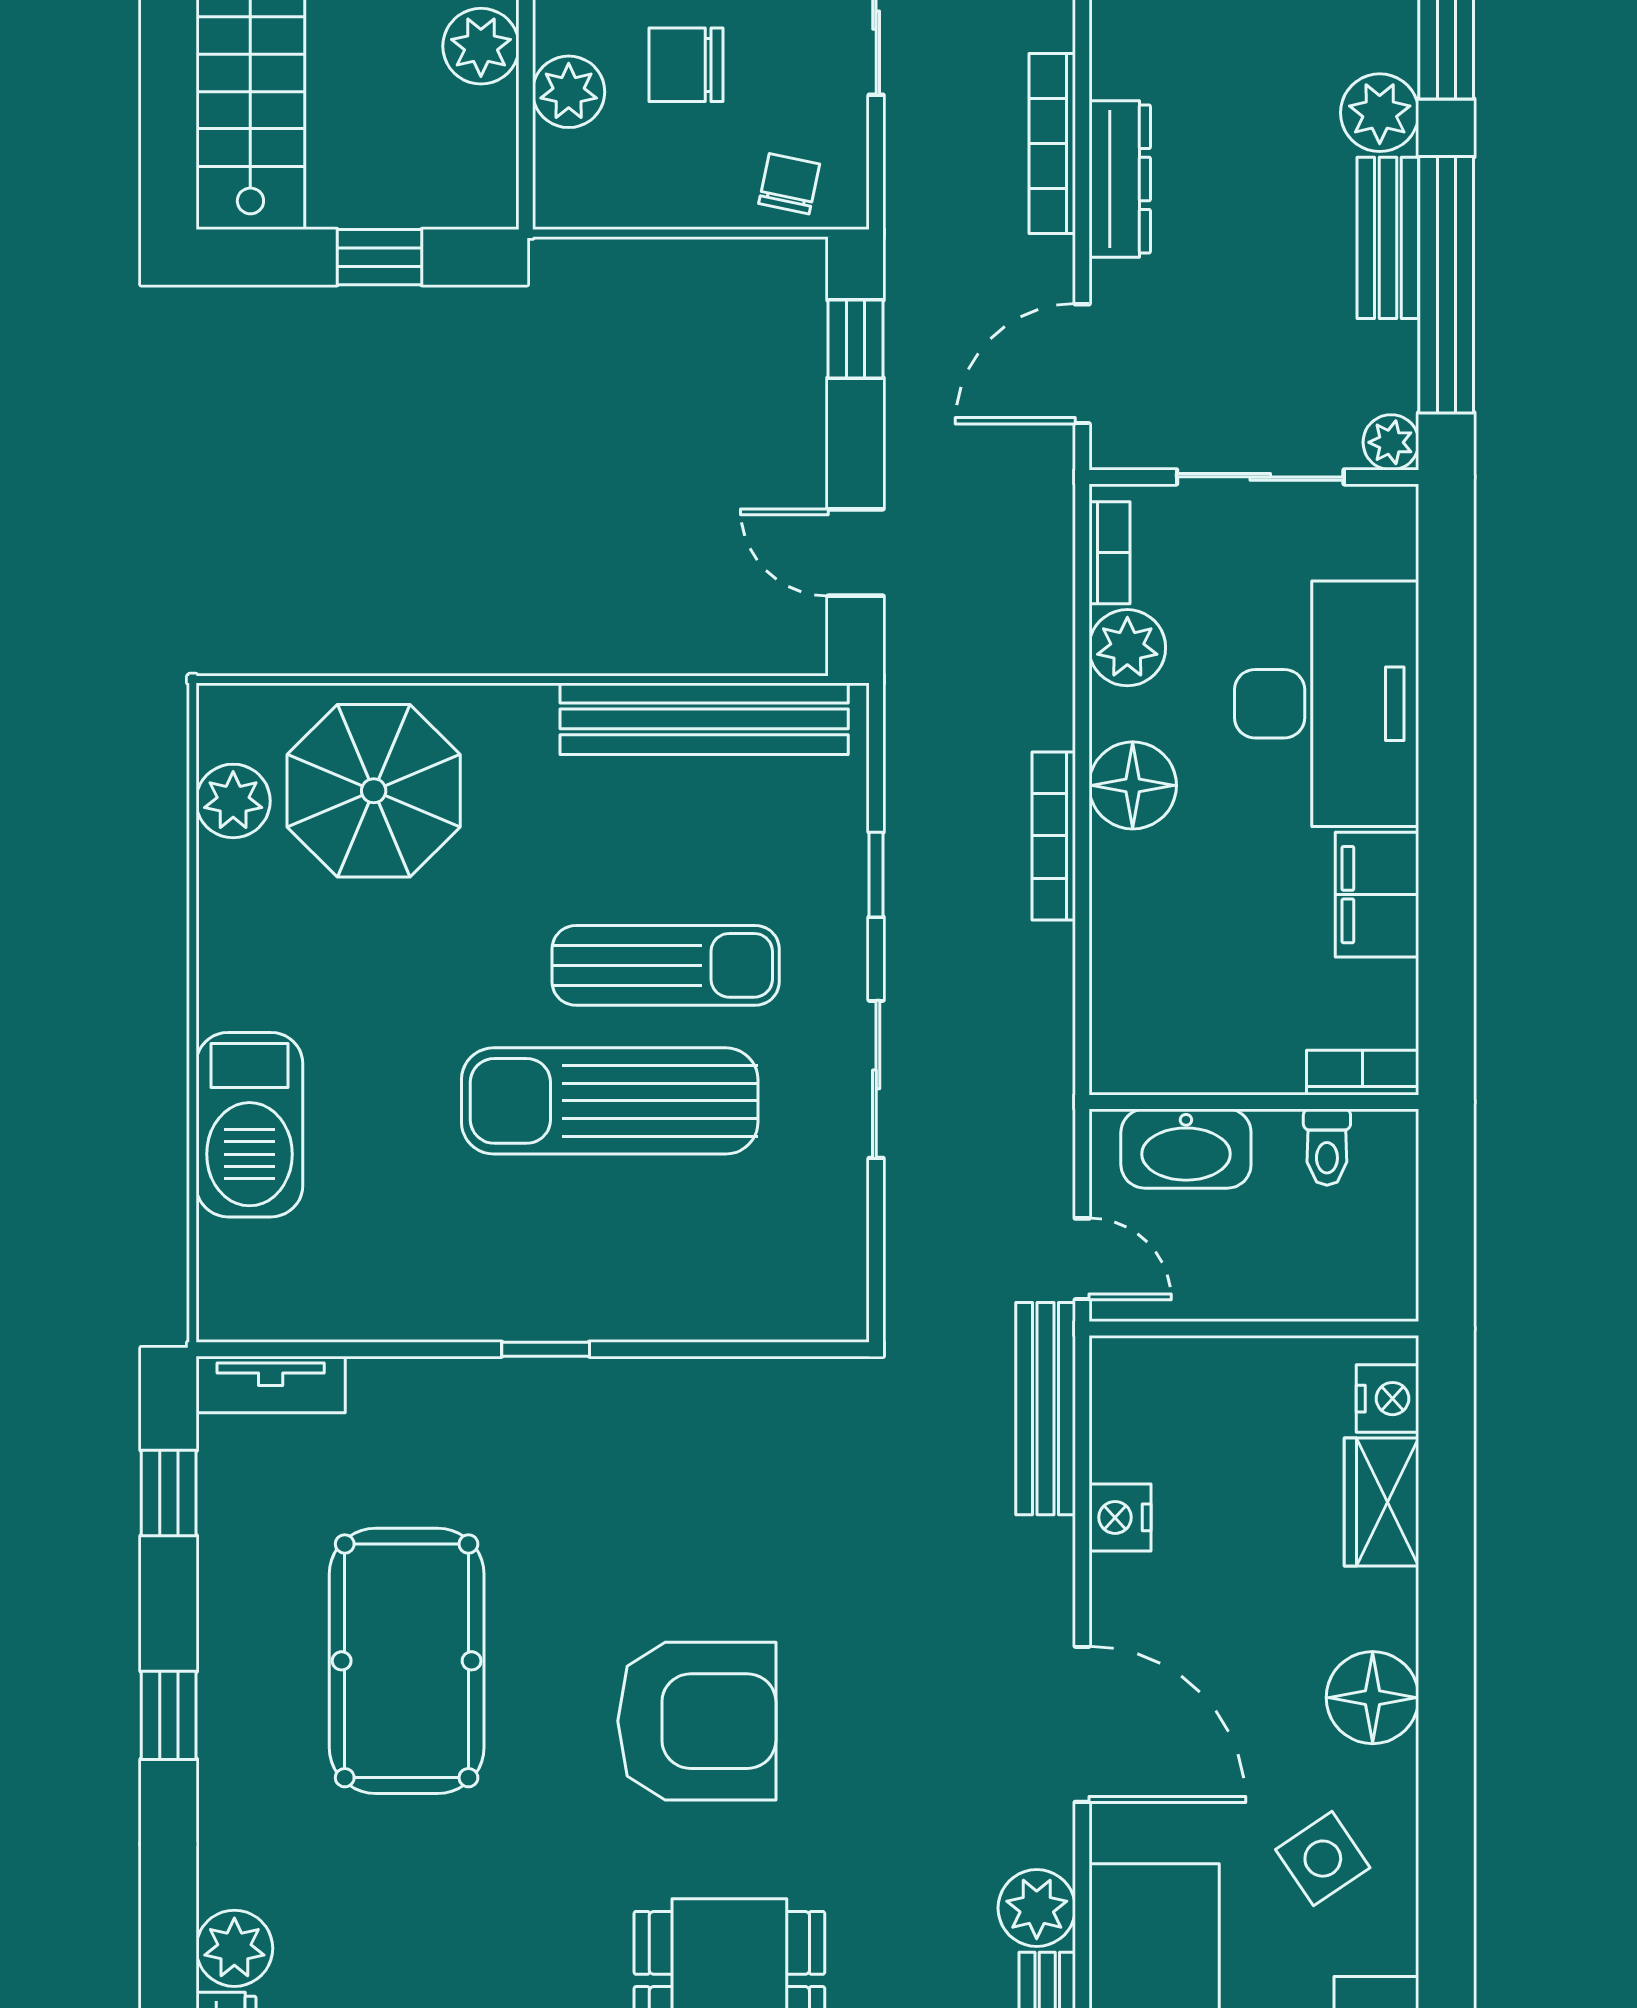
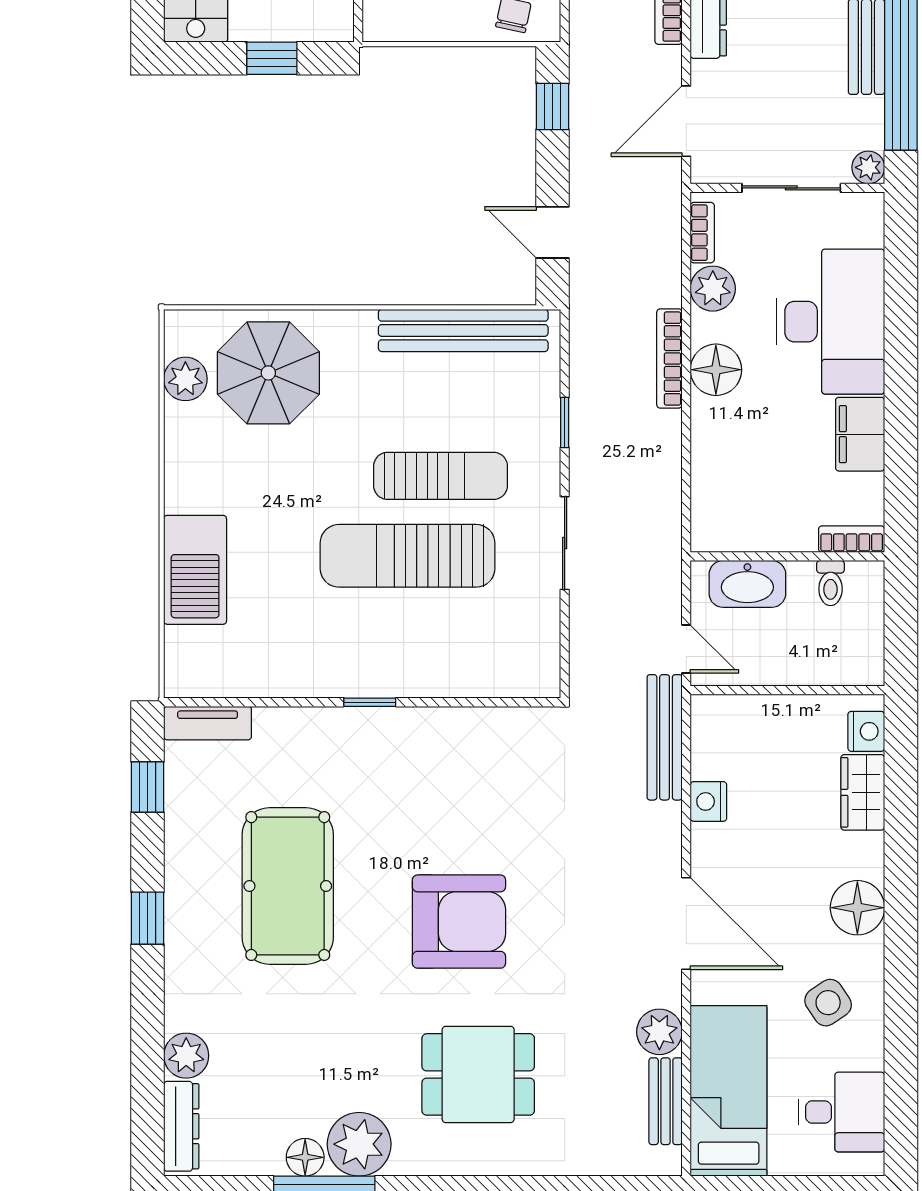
bookcase: (1054, 836) -> (669, 358), moved

